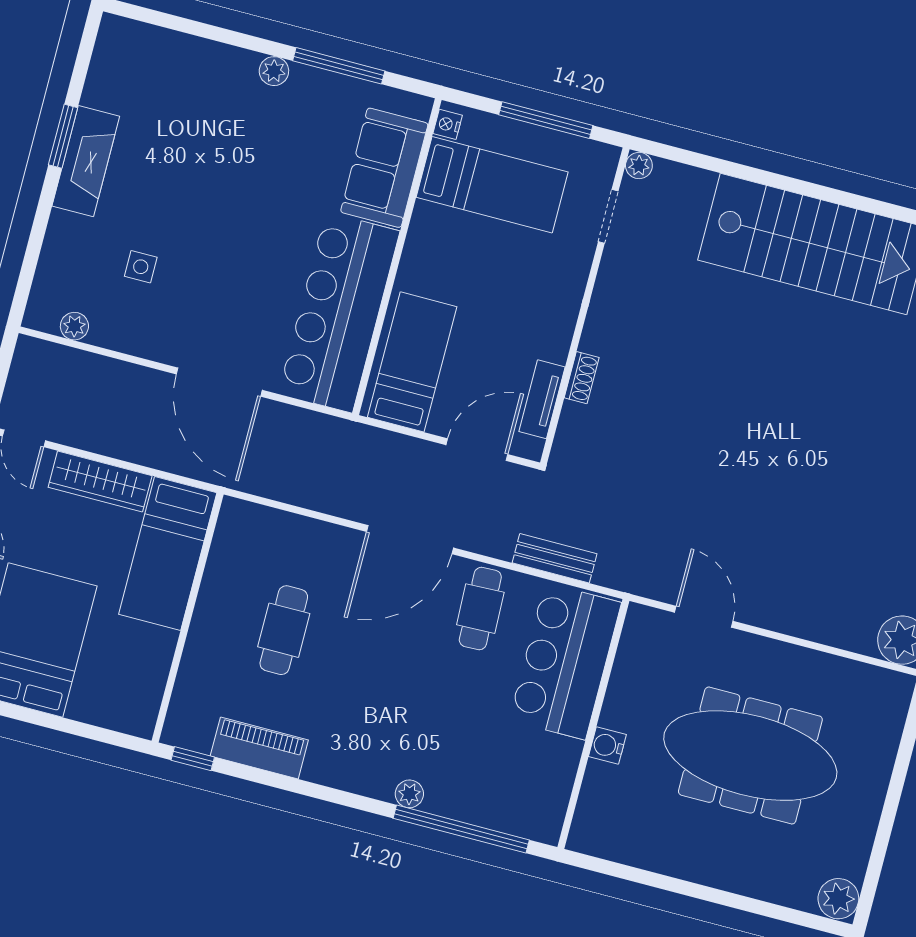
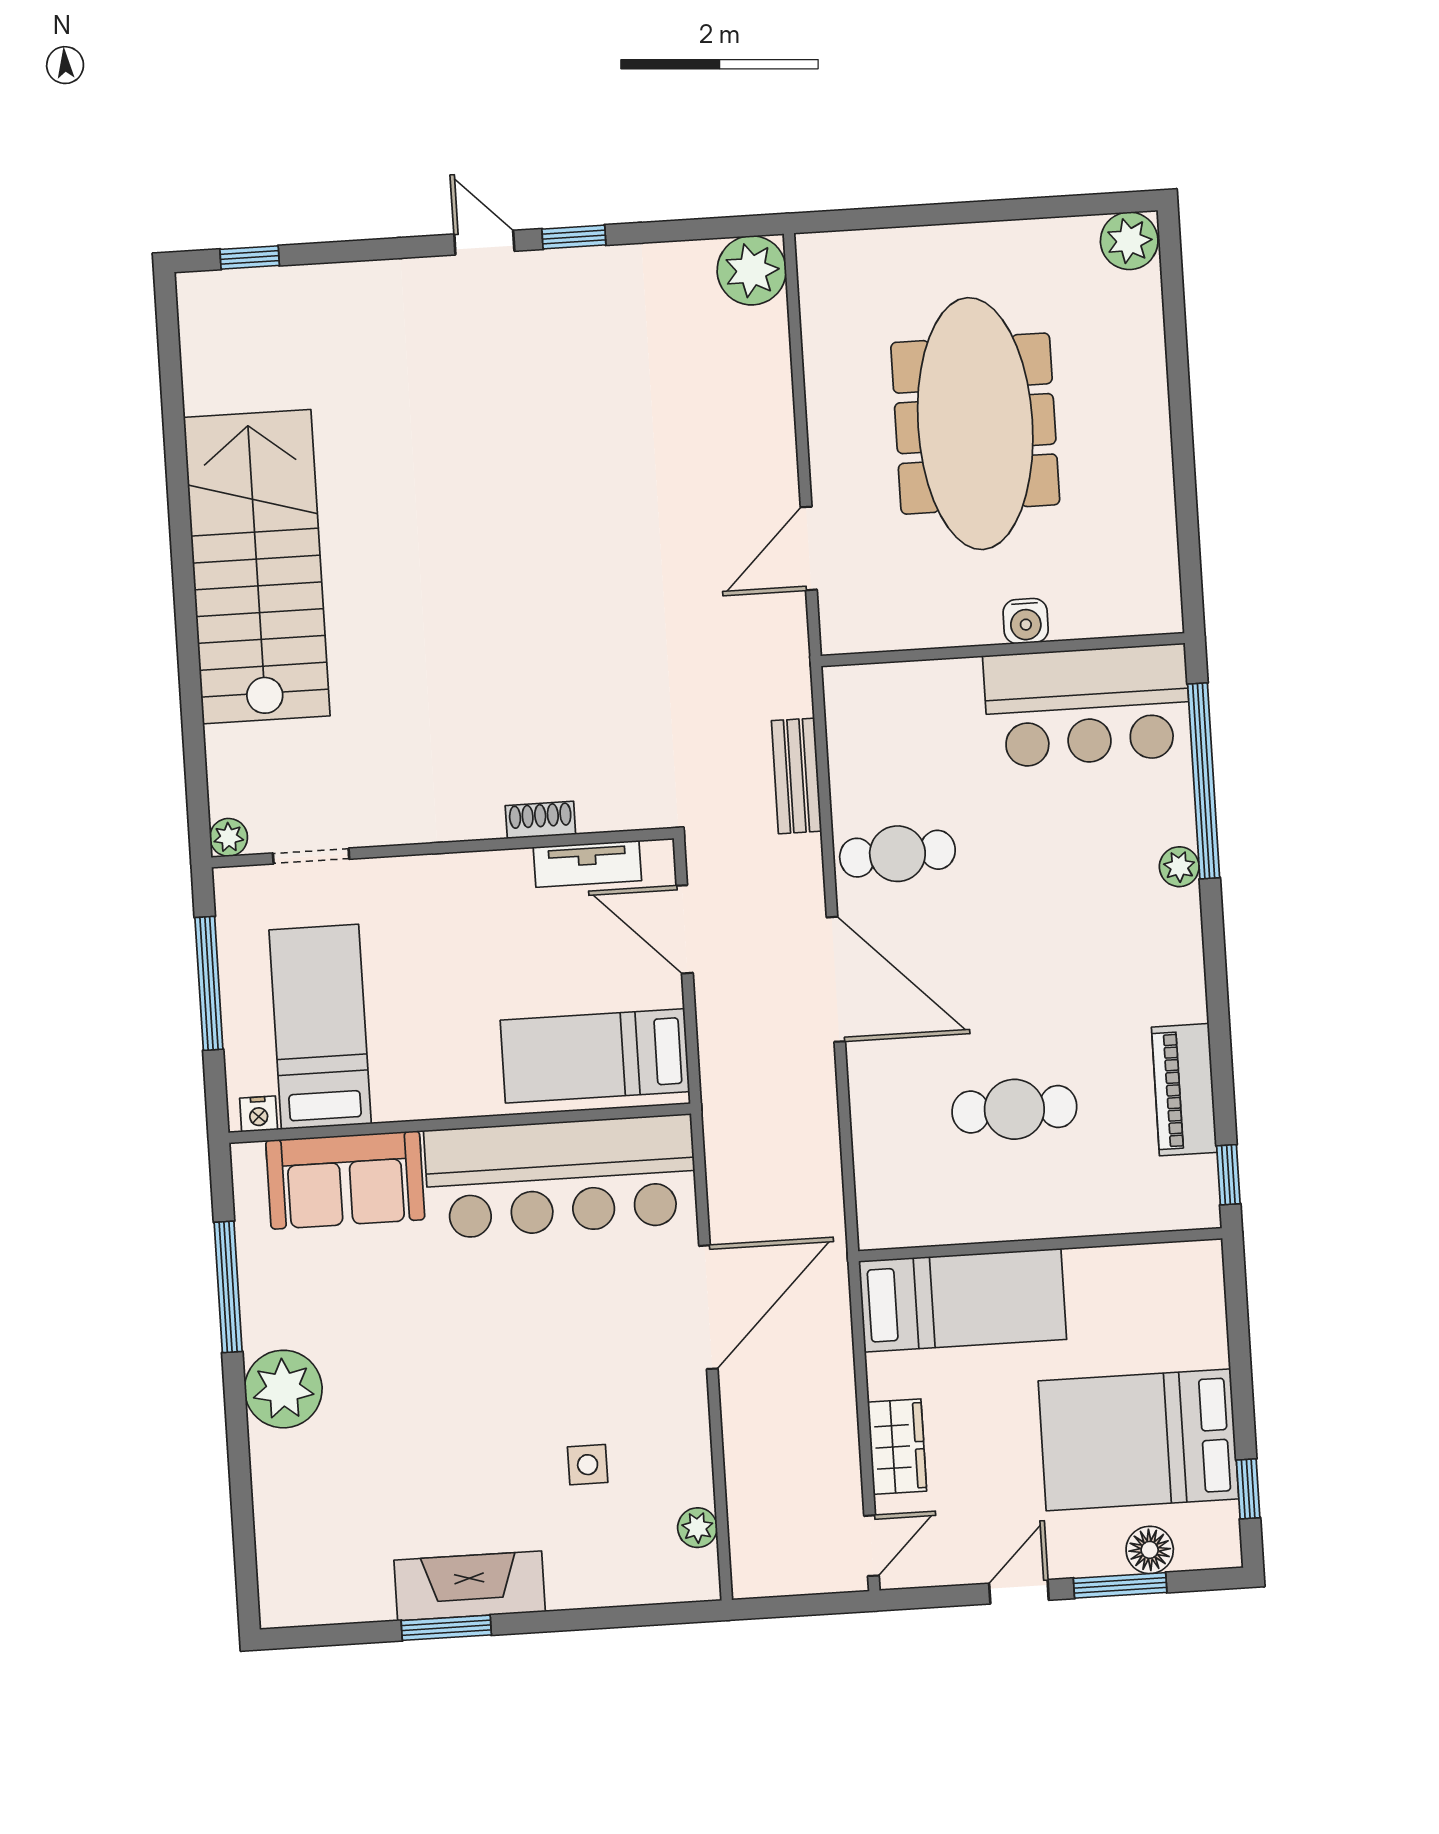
plant: (274, 71) -> (283, 1389), width x1.87, depth x1.87
wardrobe: (100, 481) -> (897, 1447), width x0.67
bar counter: (565, 661) -> (1087, 706), moved

